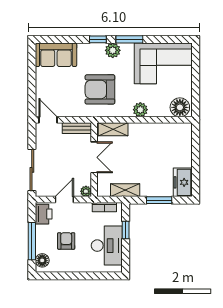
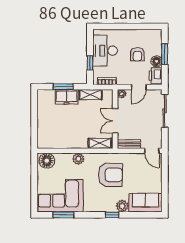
window: (129, 39) -> (63, 215), moved
plant: (113, 50) -> (122, 206), moved
freezer: (183, 182) -> (67, 97), moved, turned 90
window: (32, 241) -> (165, 54), width x0.69
floor lamp: (42, 260) -> (156, 61), moved

